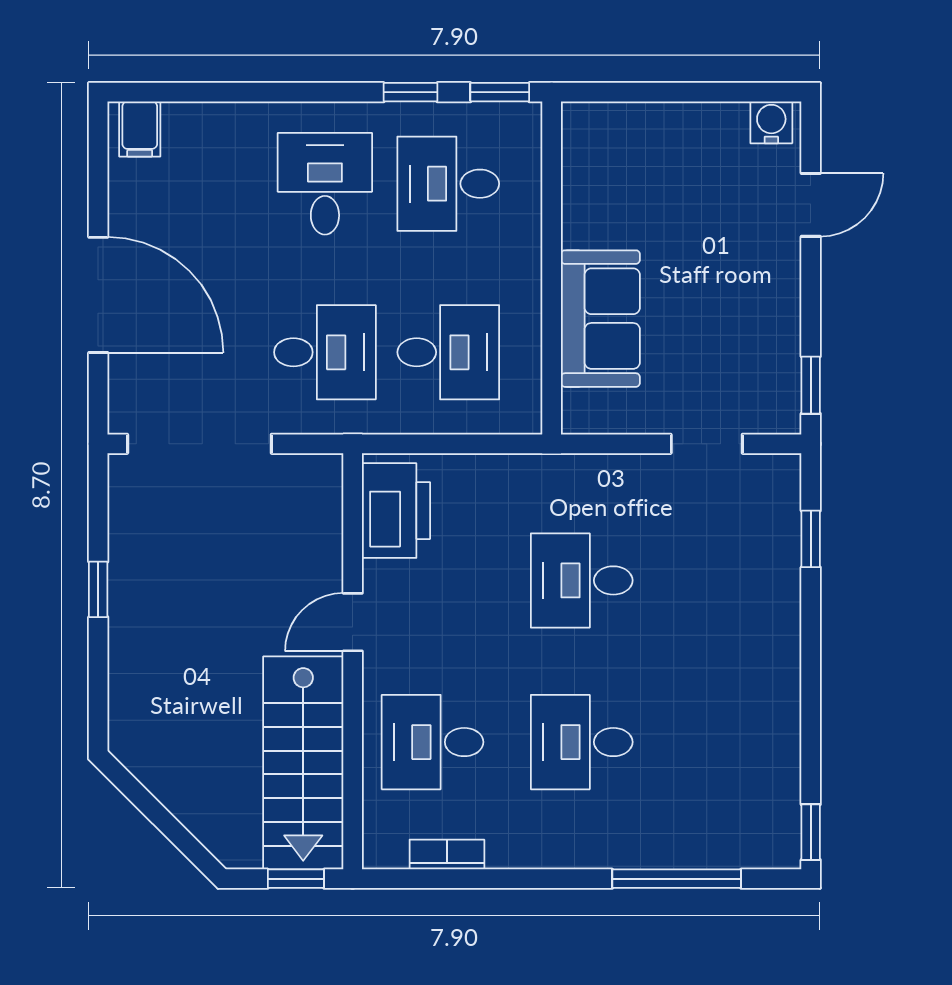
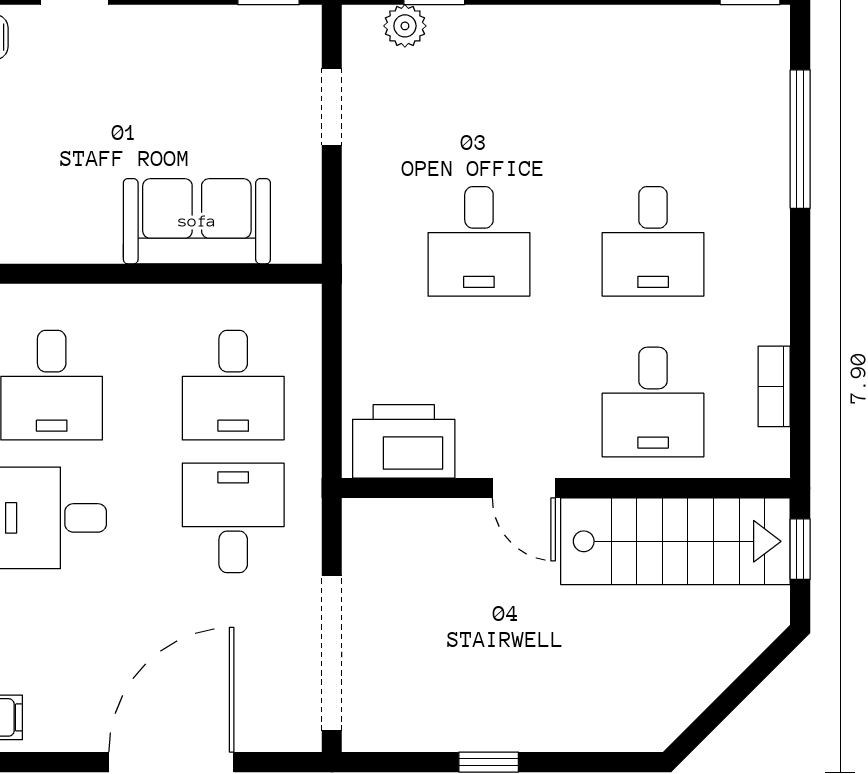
desk: (448, 352) -> (233, 385), turned 180
plant: (782, 512) -> (405, 26), added

